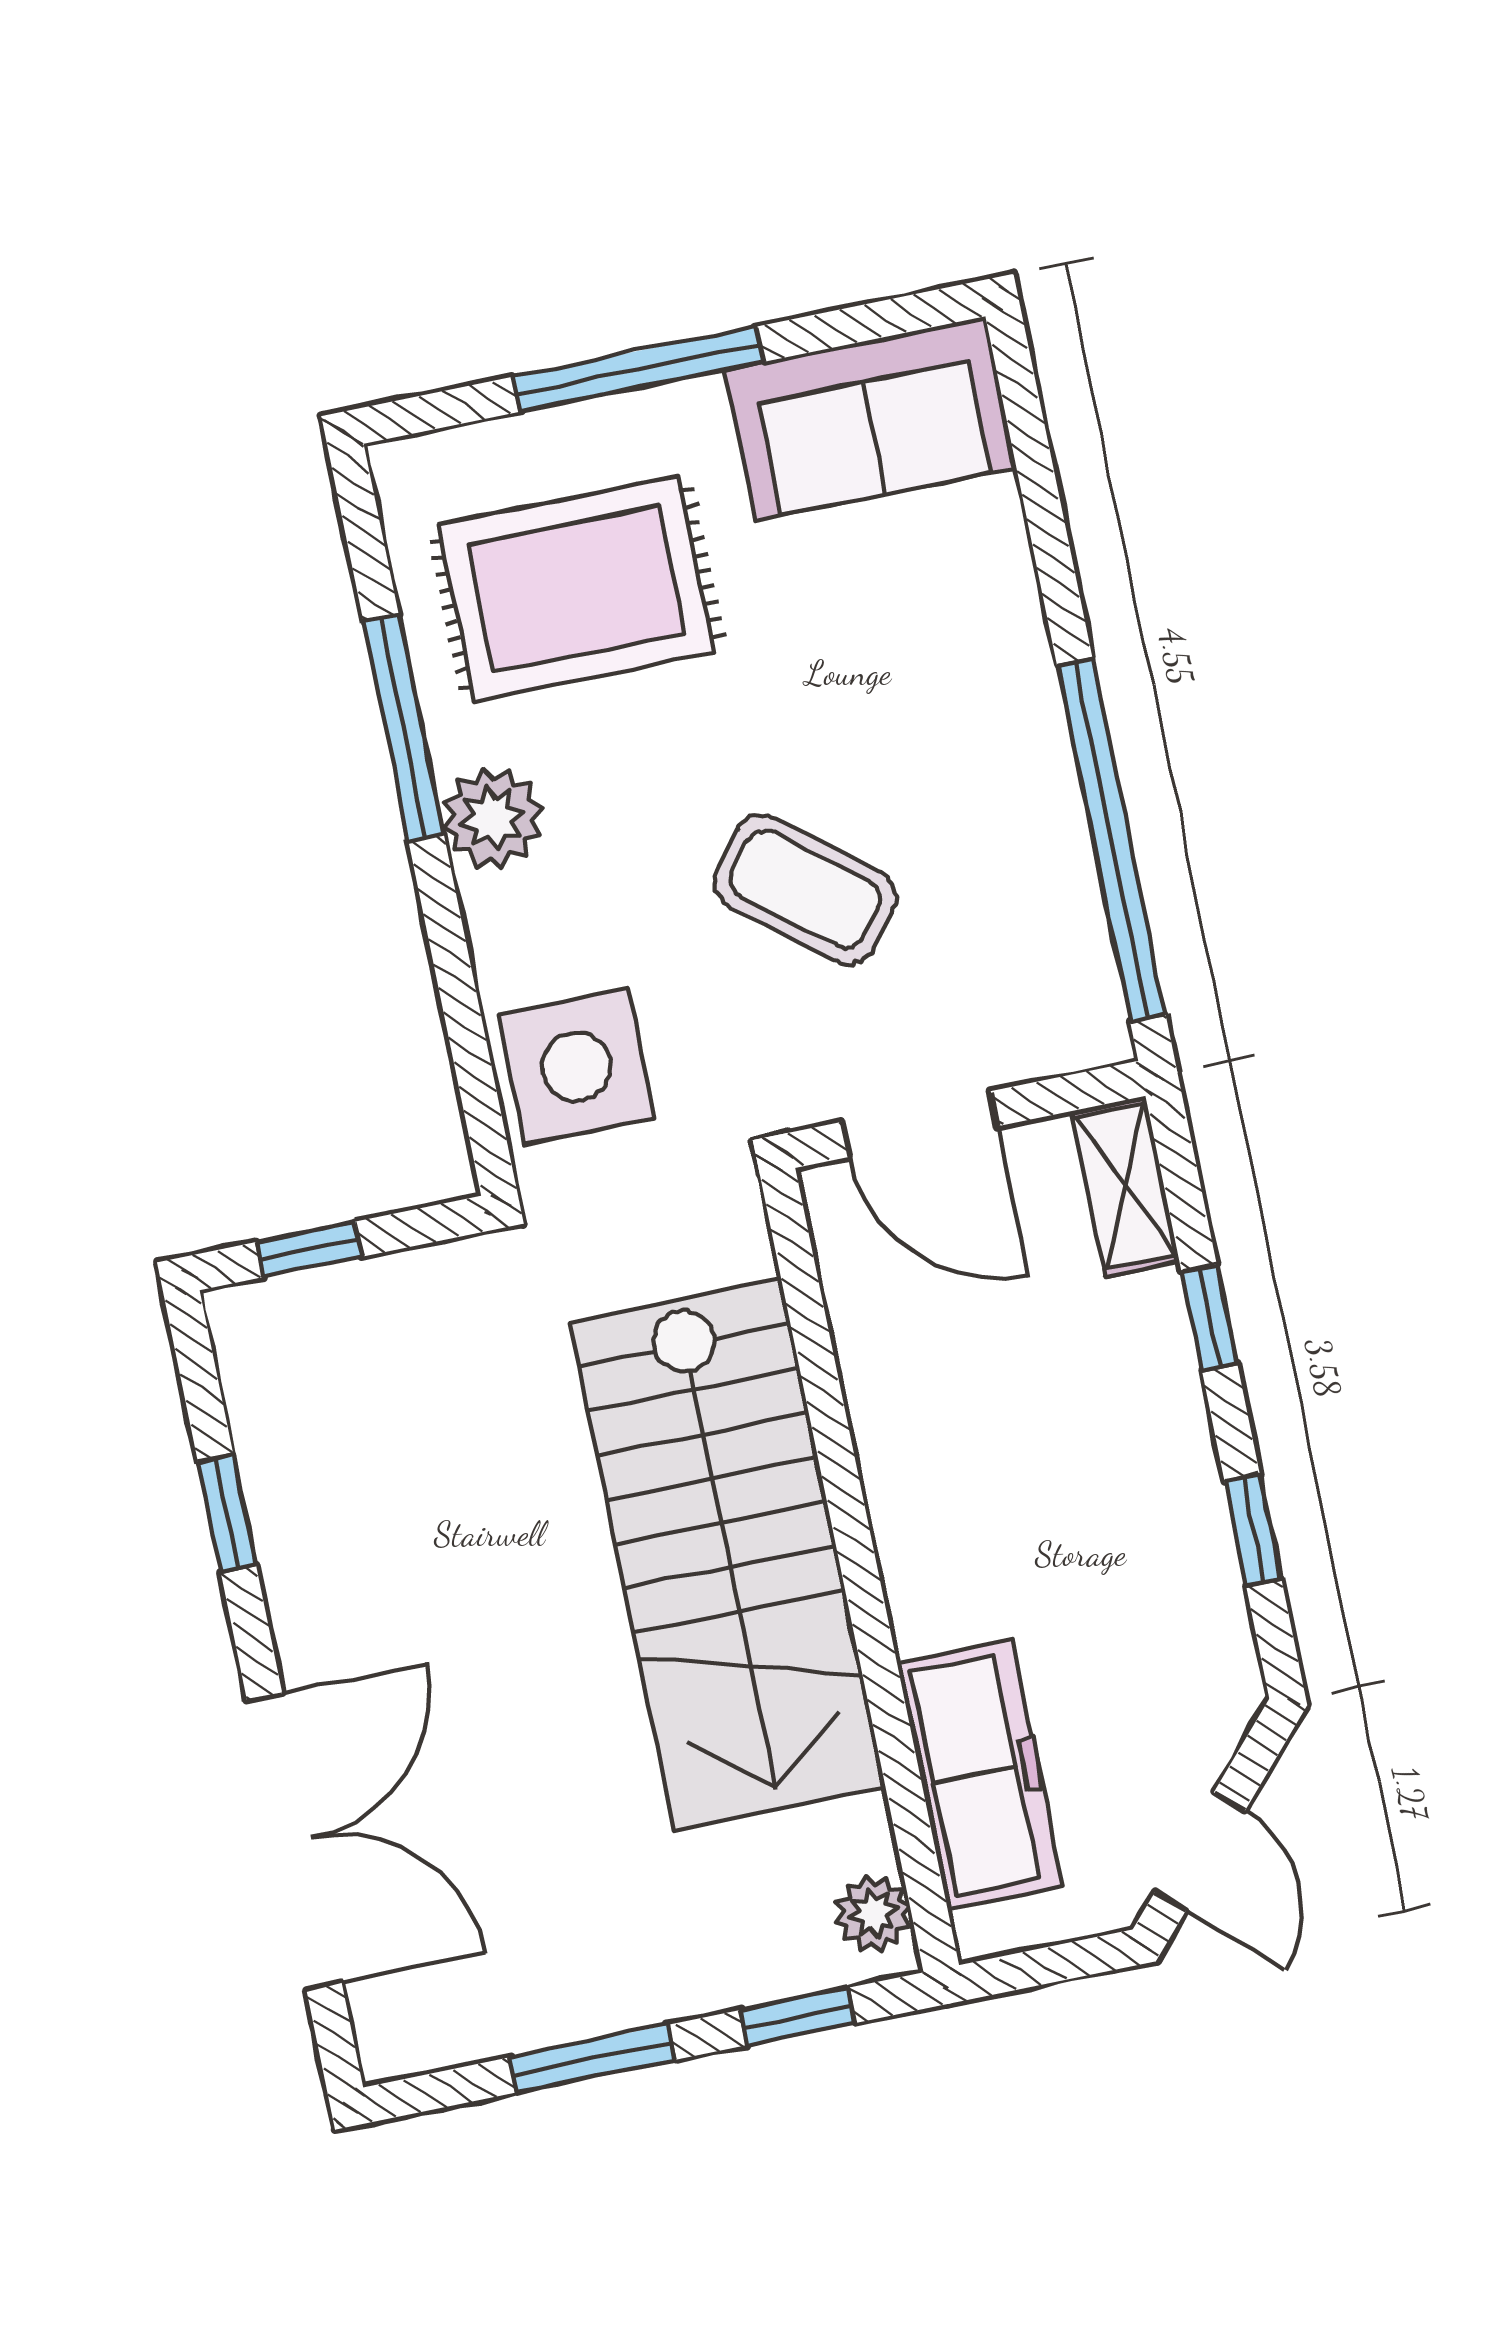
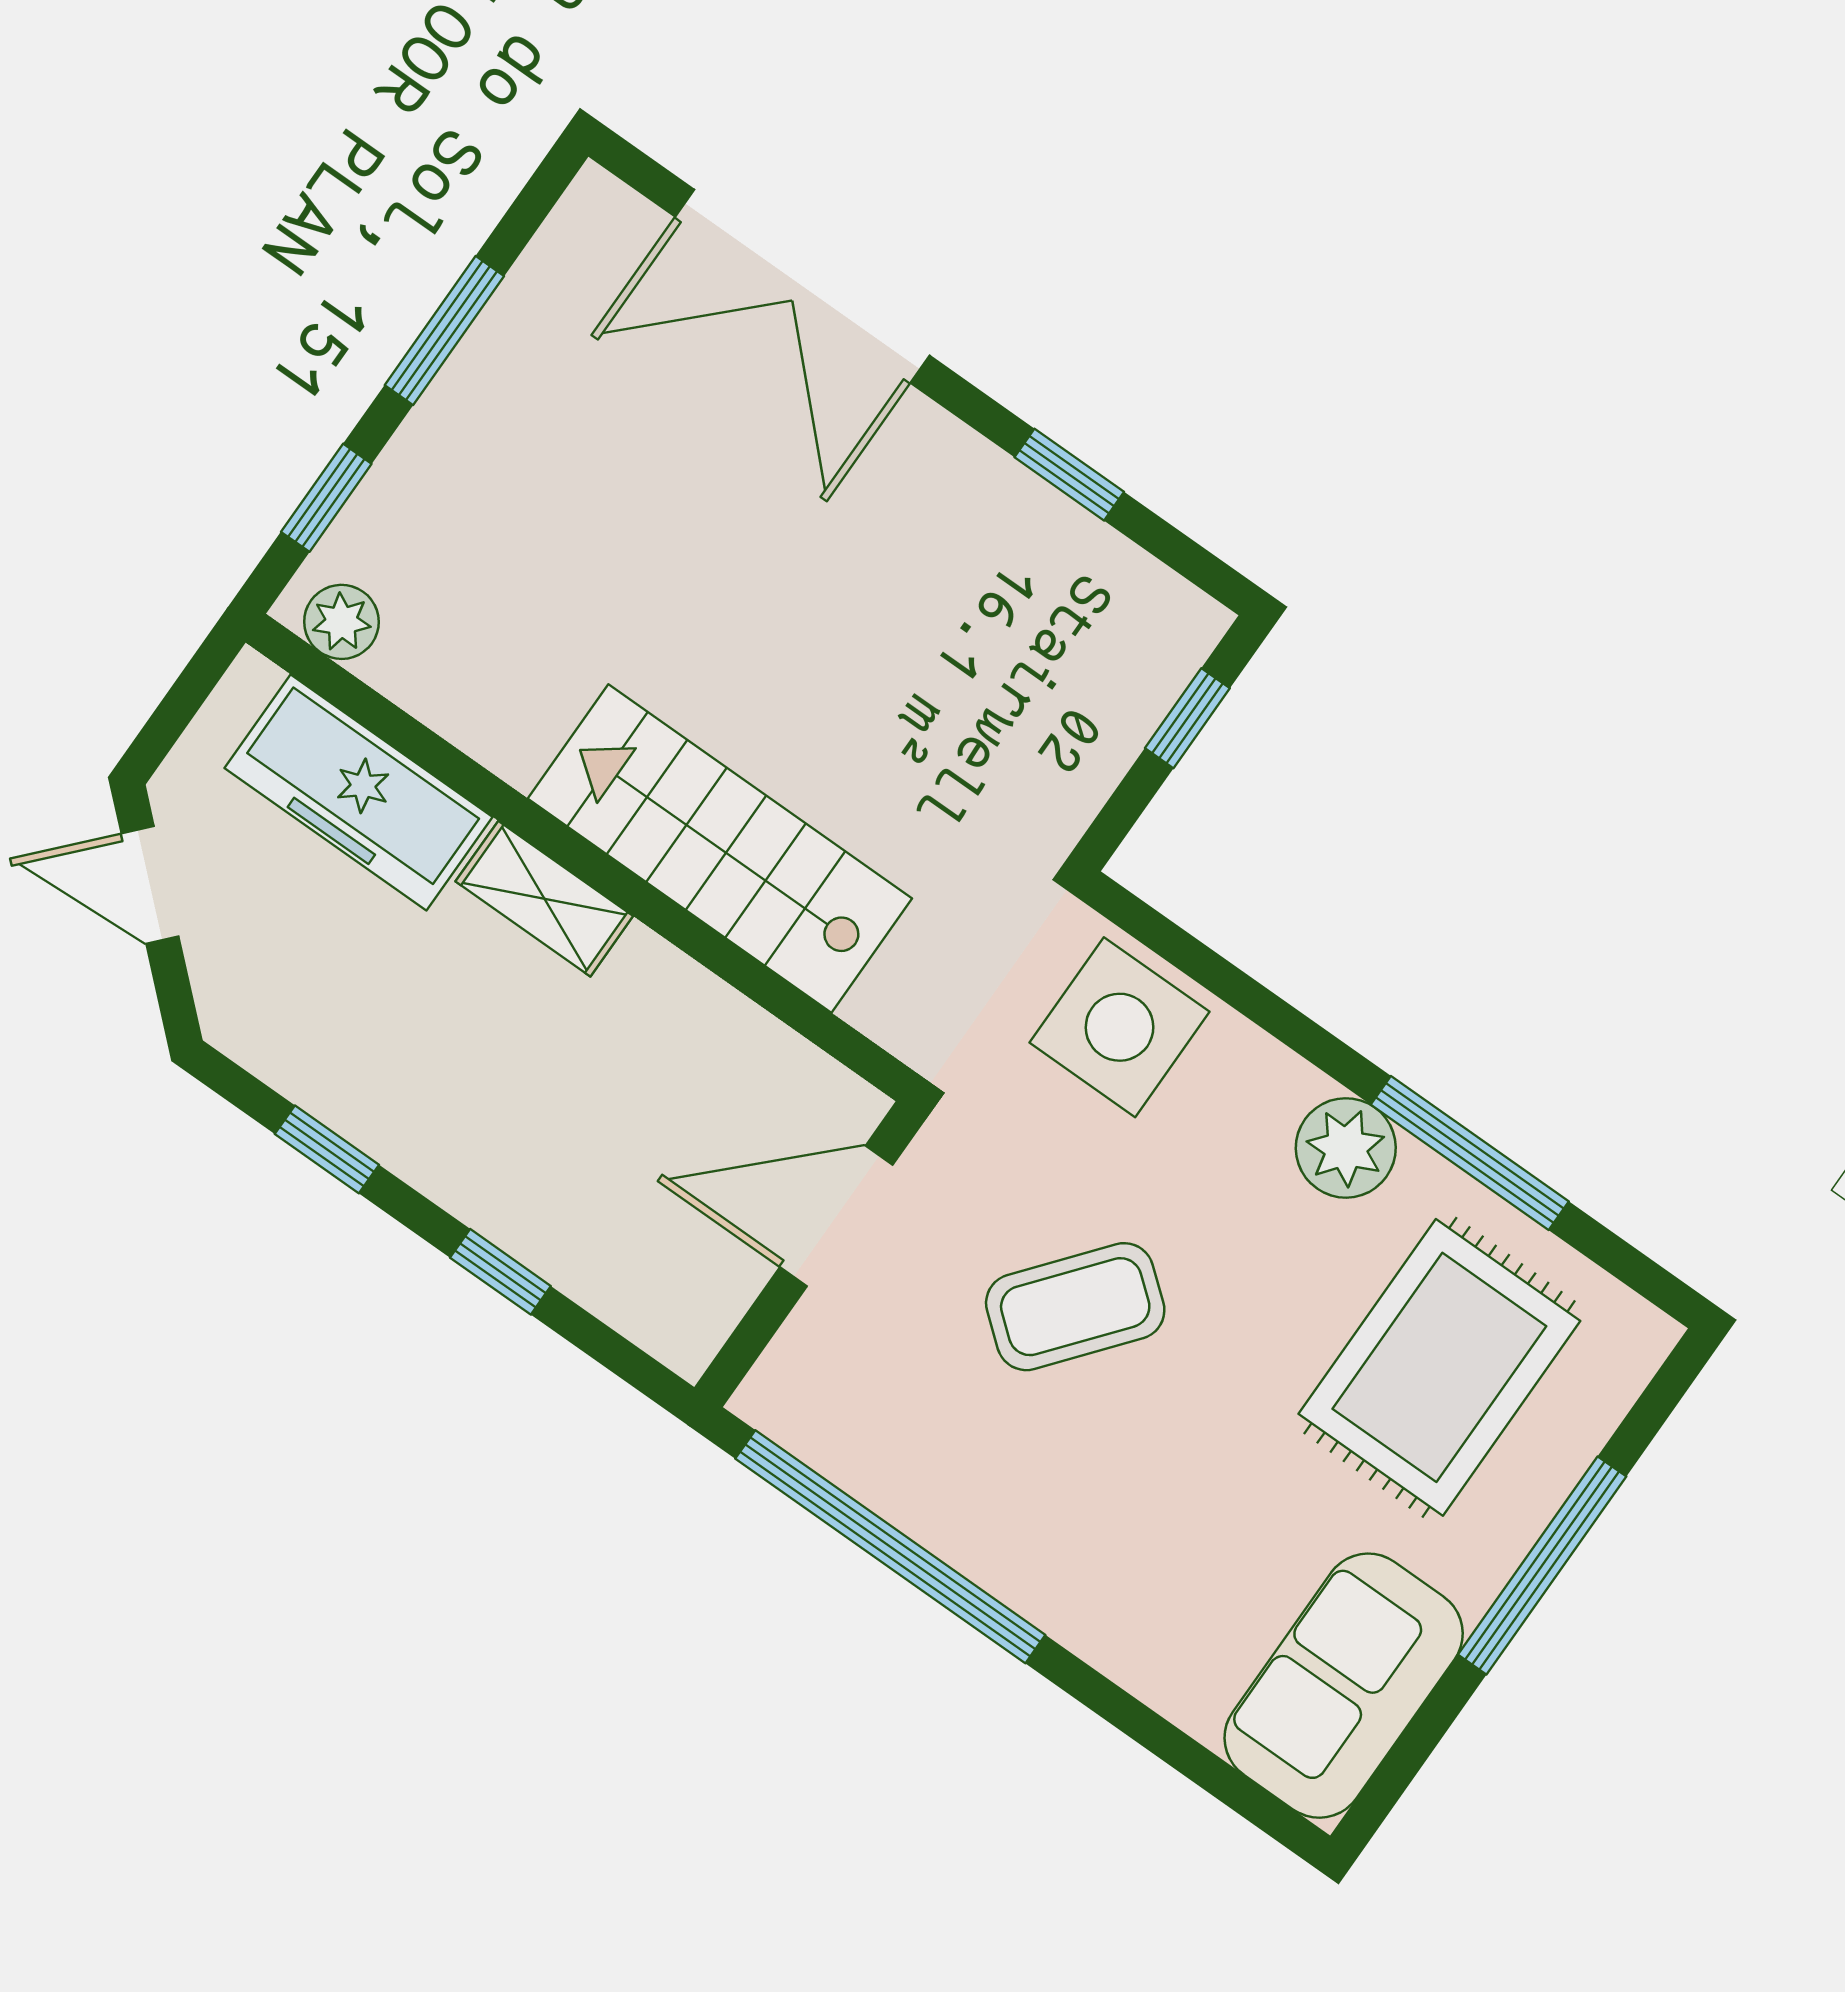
shelving: (1125, 1186) -> (544, 899), moved
stairs: (728, 1555) -> (720, 849), width x0.73, depth x0.66

